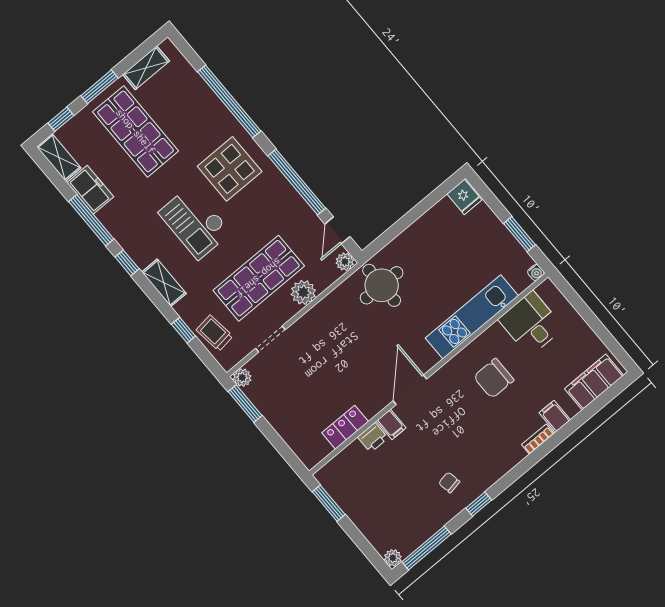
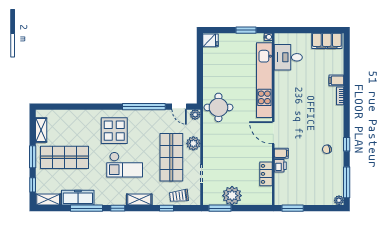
window: (229, 101) -> (85, 107), removed
freezer: (90, 190) -> (78, 198), width x1.40
kitchen unit: (472, 317) -> (264, 80), width x1.36
plant: (242, 378) -> (232, 196), moved, width x1.88, depth x1.88
chair: (494, 378) -> (298, 93), removed
filing cabinet: (594, 382) -> (327, 41), moved, turned -90

